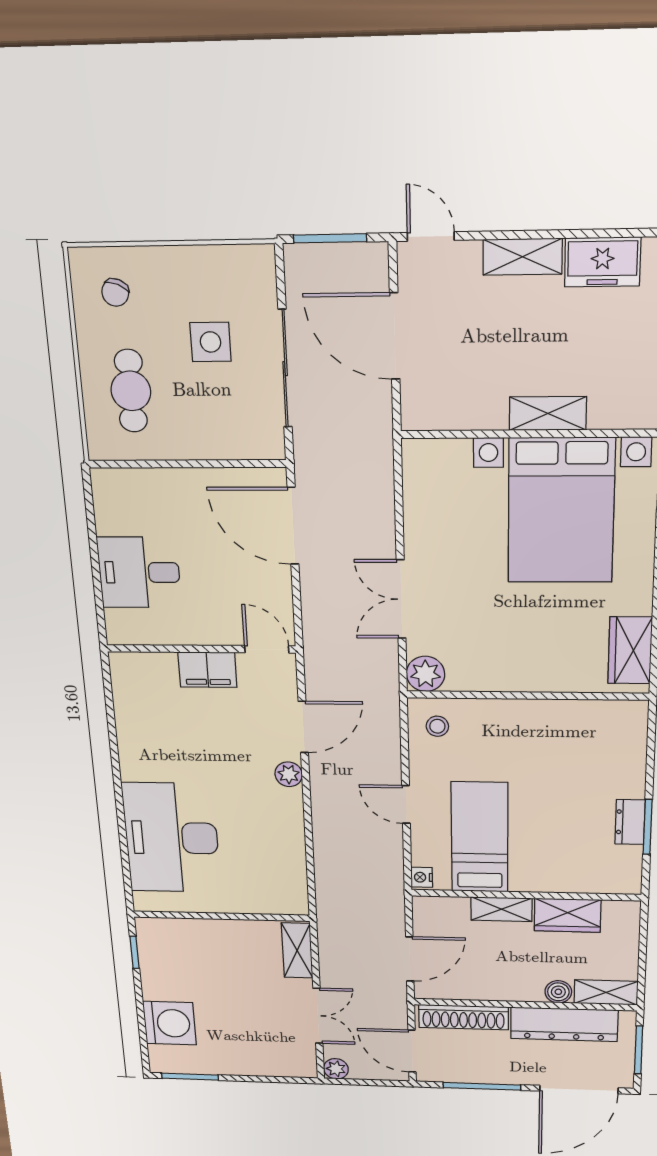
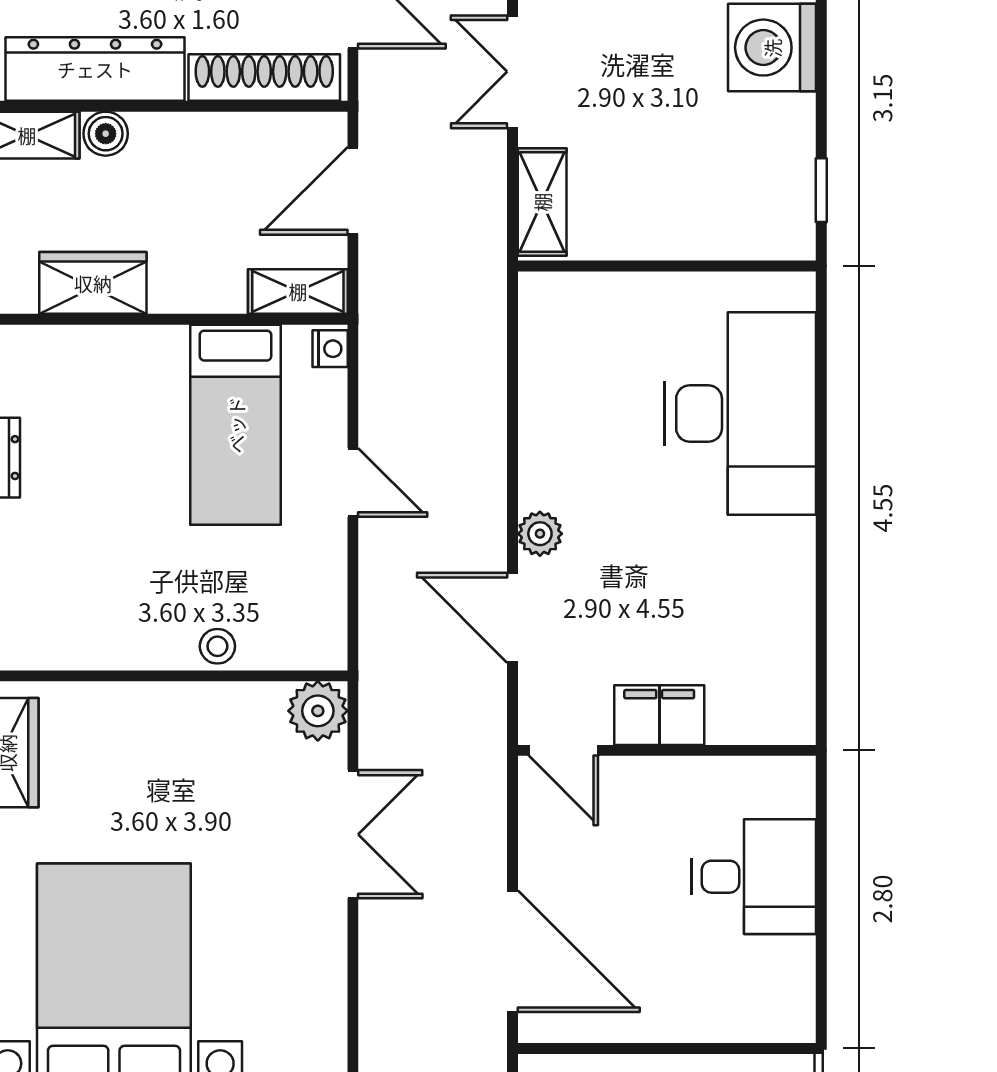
stool: (437, 726) -> (217, 646), moved
door: (303, 727) -> (513, 618), hinge flipped
shelving: (501, 909) -> (298, 291), moved

